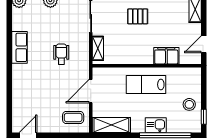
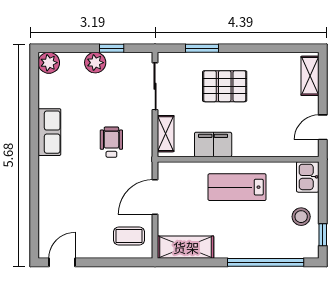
pallet: (138, 16) -> (225, 86), width x1.50, depth x1.42
filing cabinet: (166, 56) -> (213, 145), moved
kitchen sink: (156, 125) -> (308, 177), moved, turned -90

